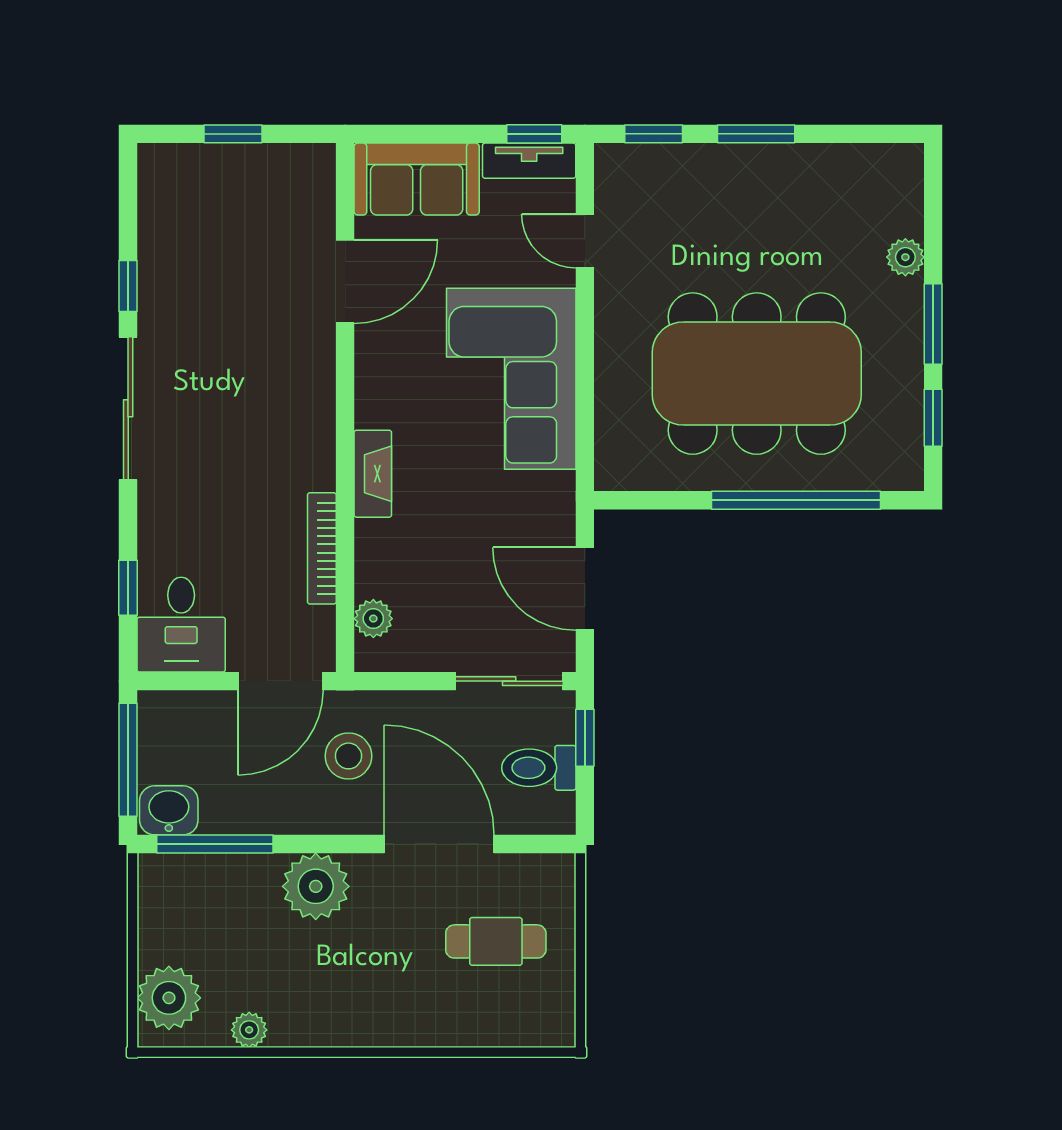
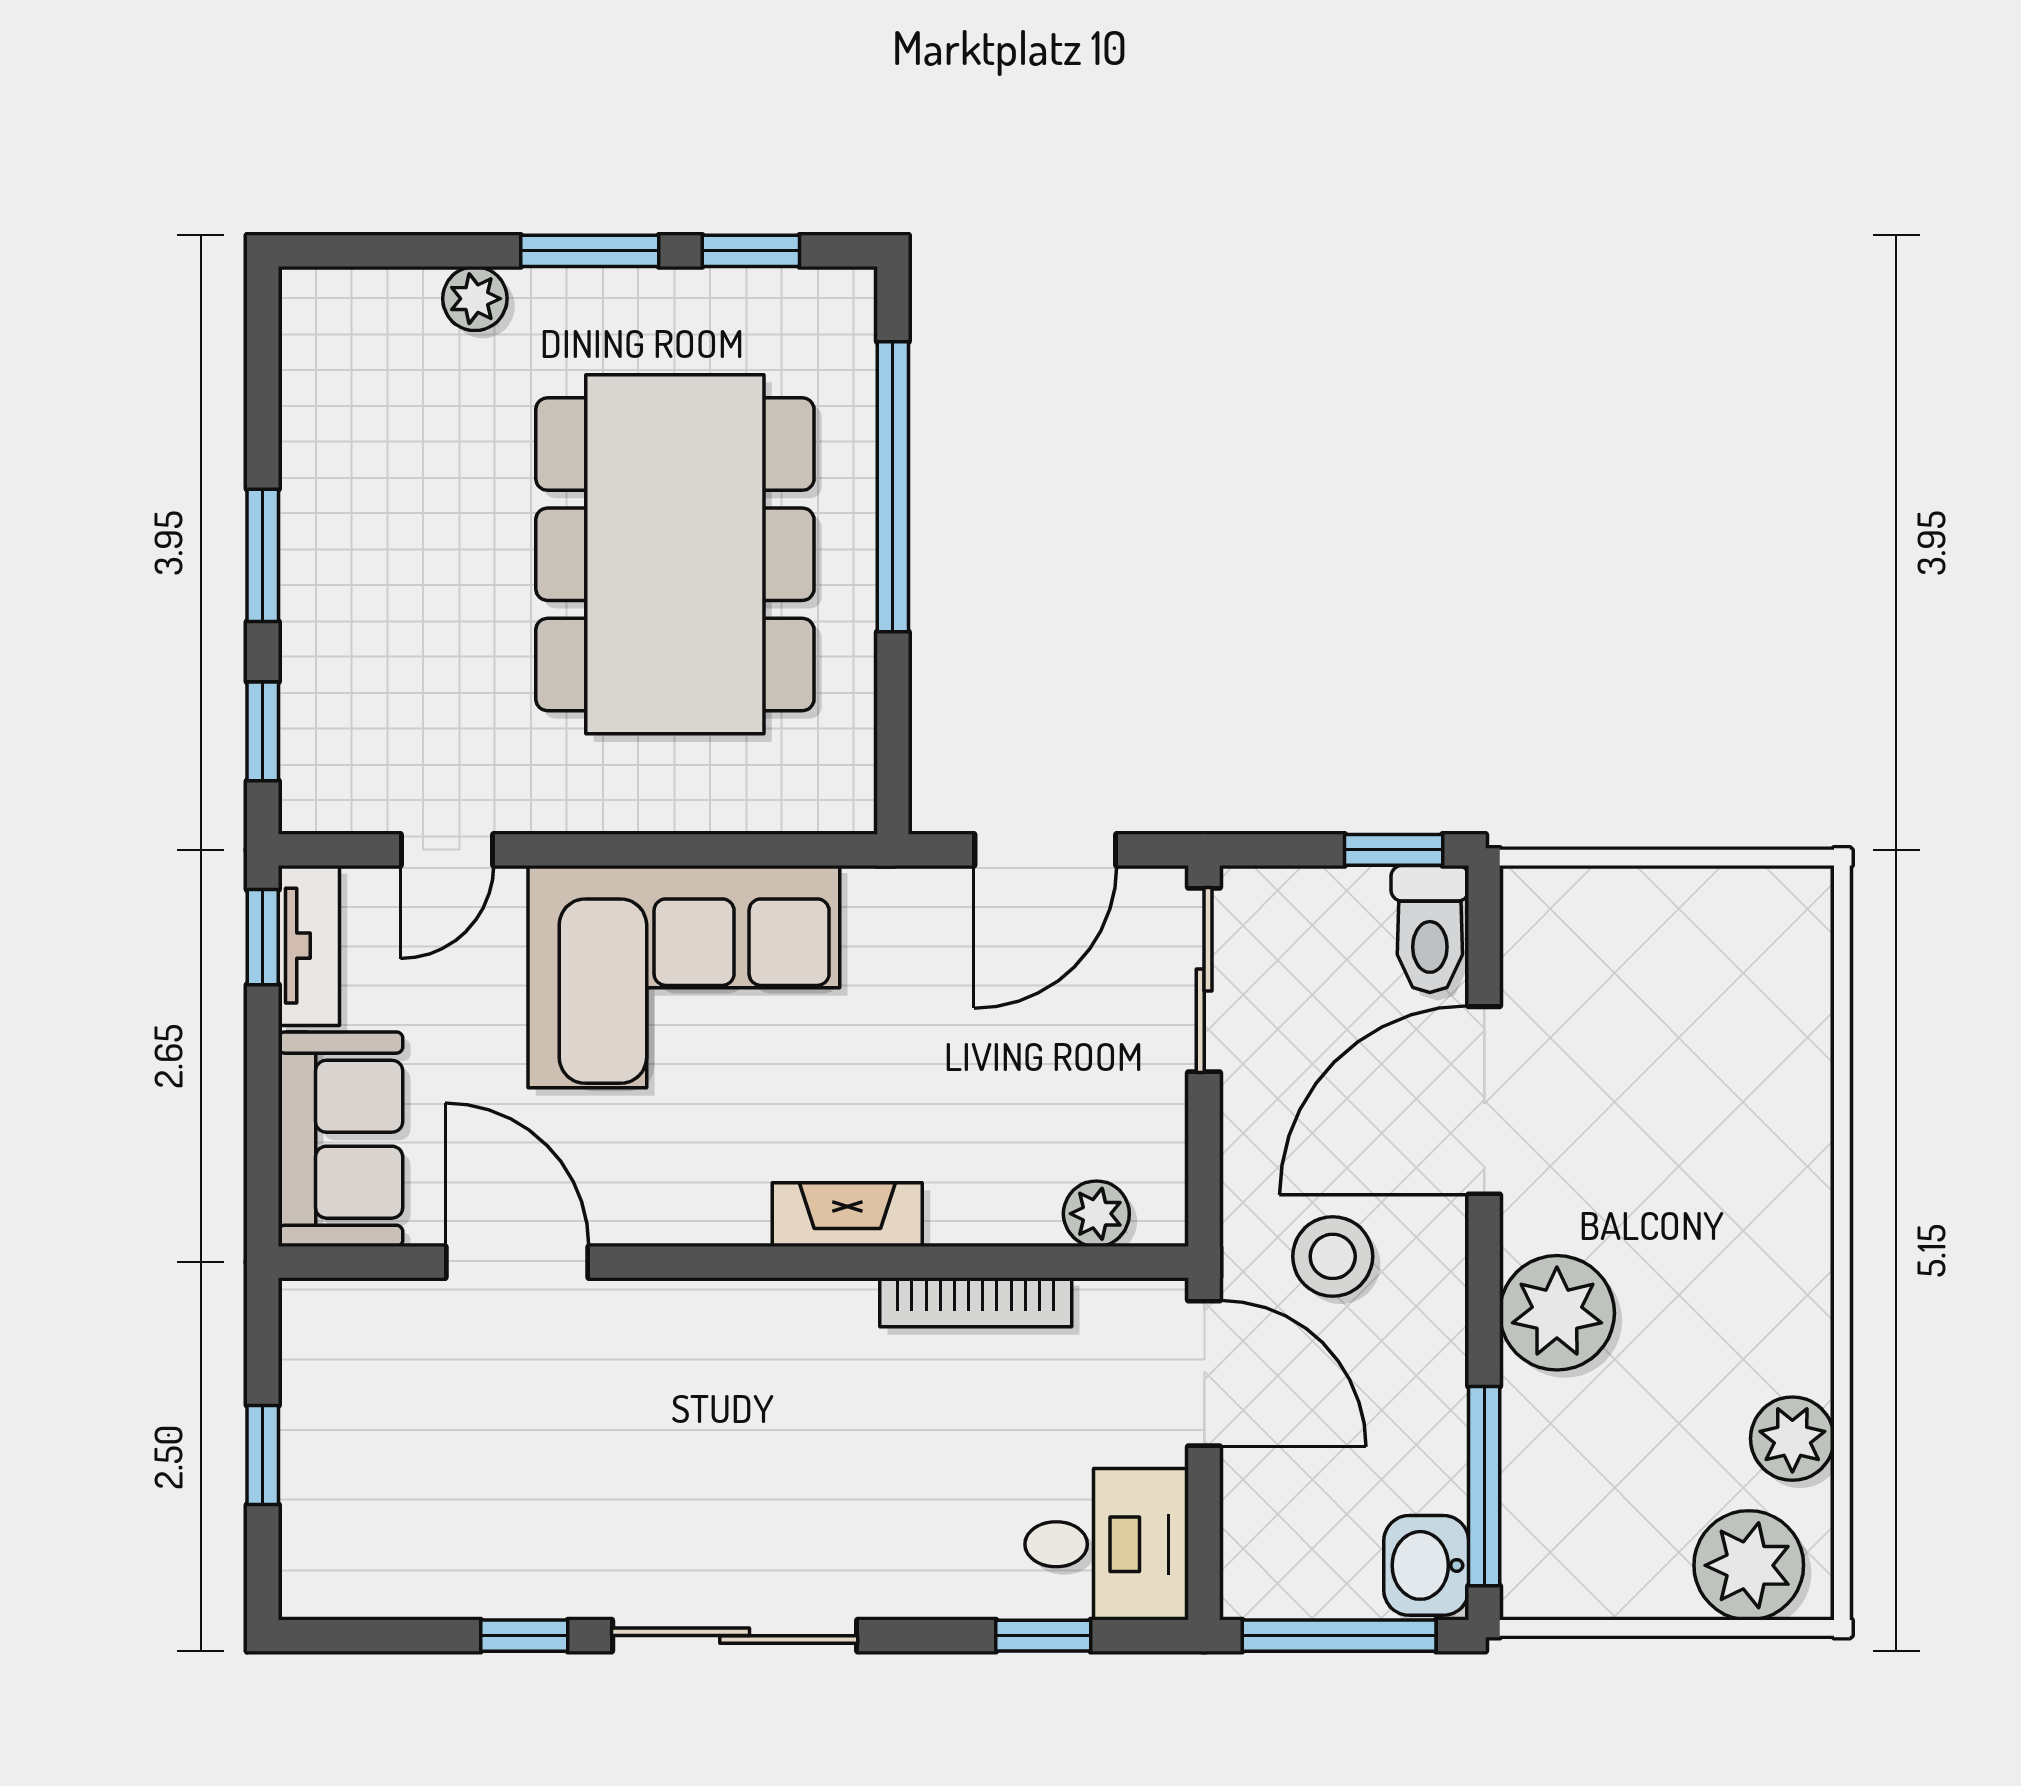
window: (585, 738) -> (1394, 850), moved
toilet: (539, 768) -> (1430, 929), moved
cafe table: (496, 941) -> (1652, 1003), removed
plant: (249, 1030) -> (1792, 1439), width x1.38, depth x1.38

